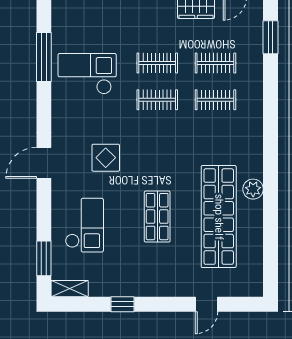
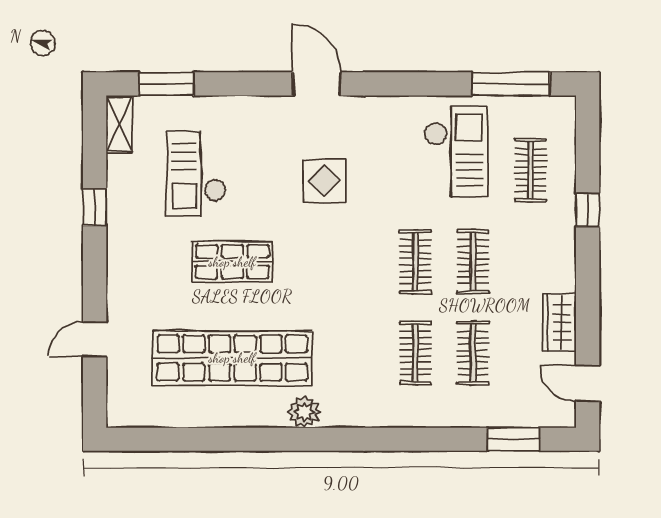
clothes rail: (99, 26) -> (531, 170), added
window: (44, 57) -> (511, 84), moved
plant: (253, 189) -> (304, 412), moved
checkout: (84, 225) -> (196, 173), moved, turned 90
door: (207, 304) -> (95, 339), hinge flipped

